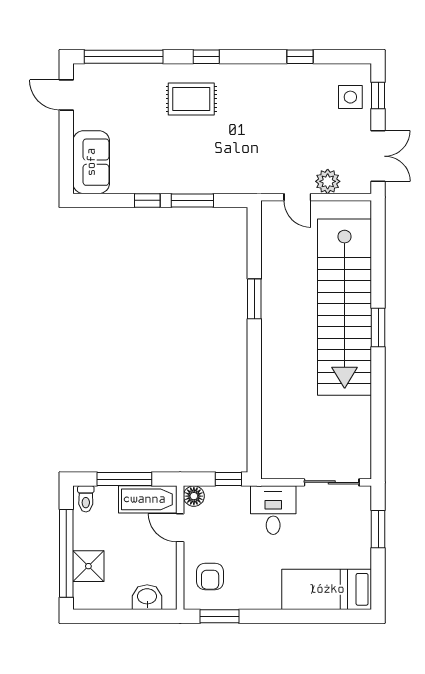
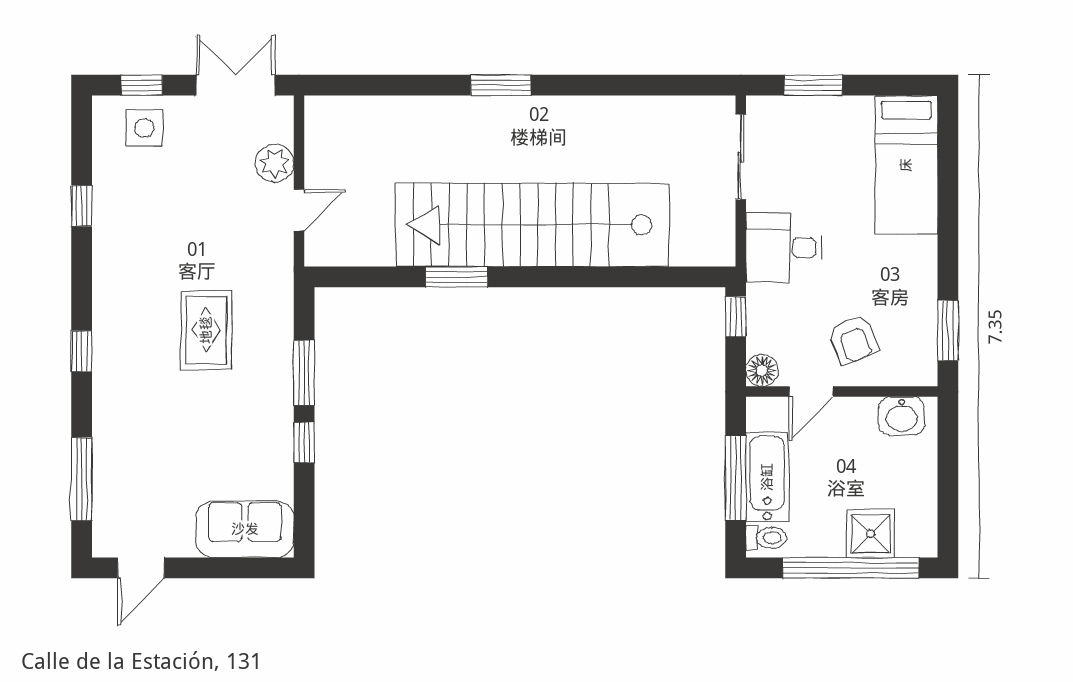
window: (124, 57) -> (82, 479), width x0.68
rug: (191, 99) -> (206, 330), moved
stairs: (345, 307) -> (532, 225), moved, turned 180
bathtub: (148, 499) -> (767, 477), moved
armchair: (210, 577) -> (854, 339), moved, turned 69
washbasin: (147, 597) -> (902, 416), moved, turned -90

